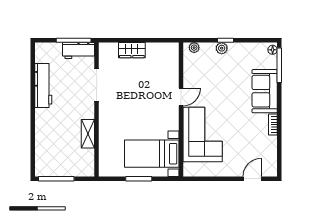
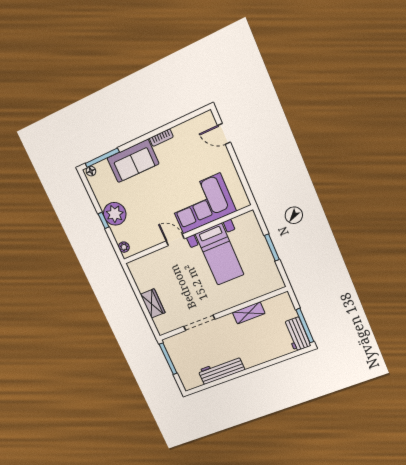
plant: (222, 48) -> (115, 214), width x1.87, depth x1.87
workbench: (79, 51) -> (297, 334), moved, turned 180
bed with nightstands: (152, 154) -> (220, 254), moved

